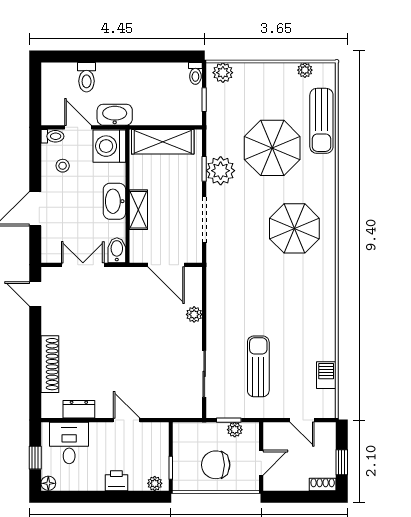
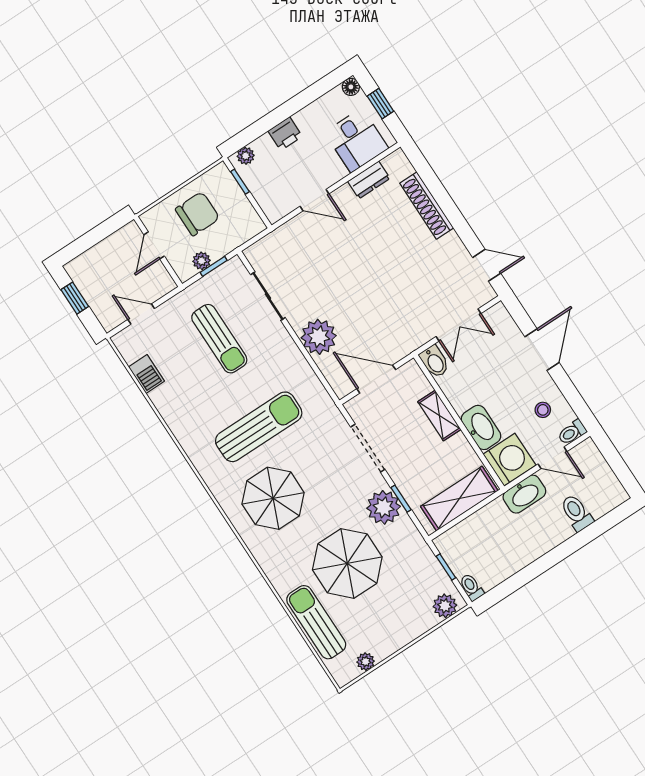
washbasin: (114, 201) -> (481, 427), moved
sun lounger: (271, 286) -> (259, 427), added
plant: (194, 314) -> (319, 337), width x1.88, depth x1.88
shoe rack: (323, 484) -> (79, 264), removed

